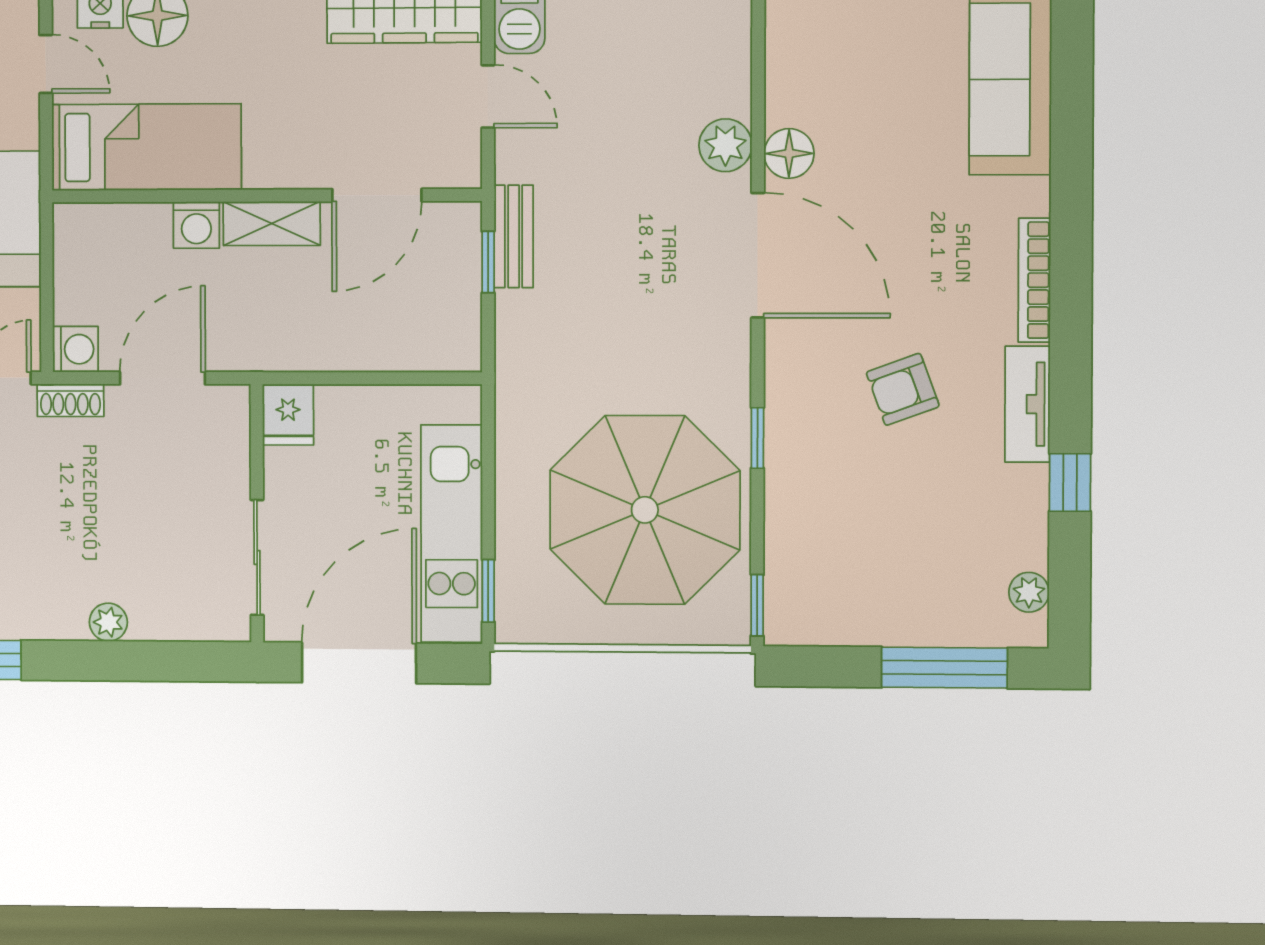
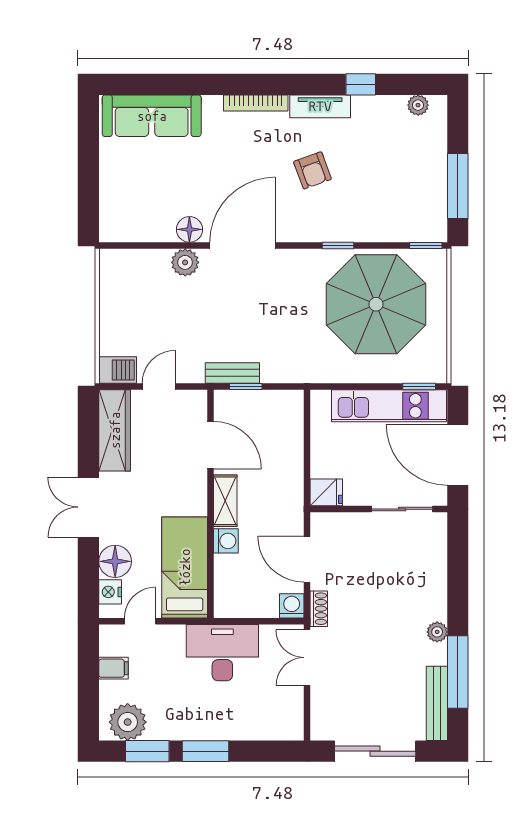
plant: (108, 622) -> (437, 632), moved
window: (944, 668) -> (458, 186), moved

